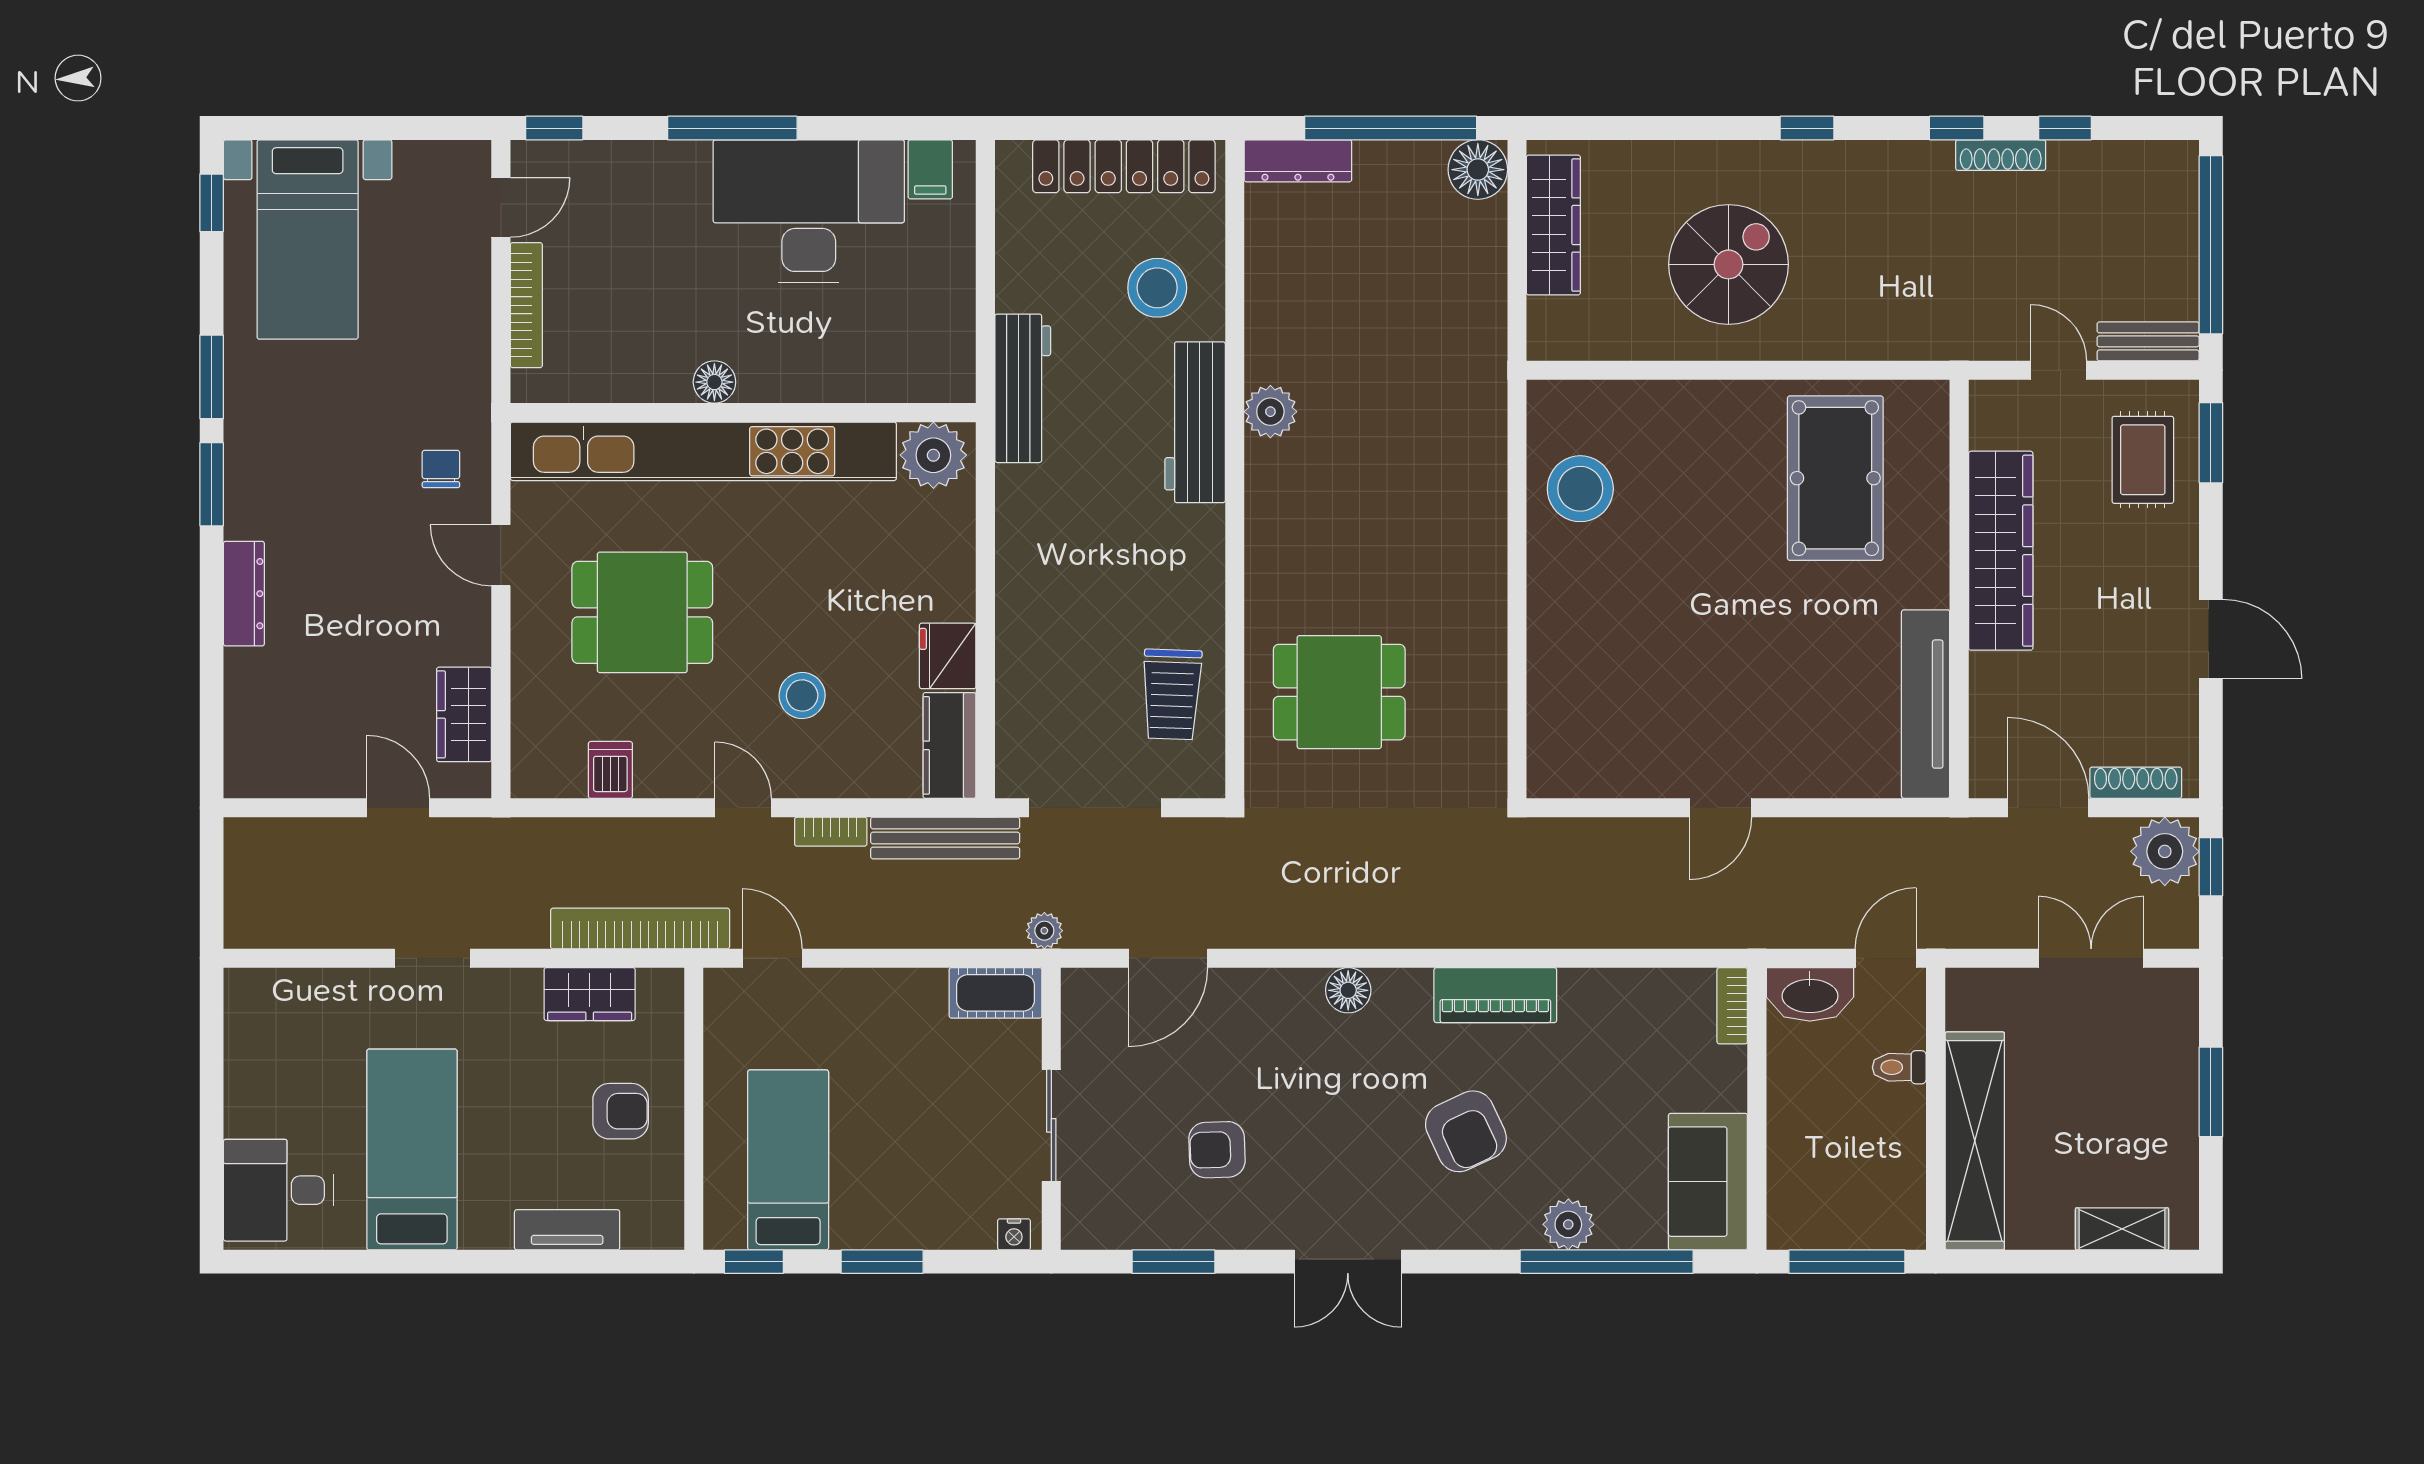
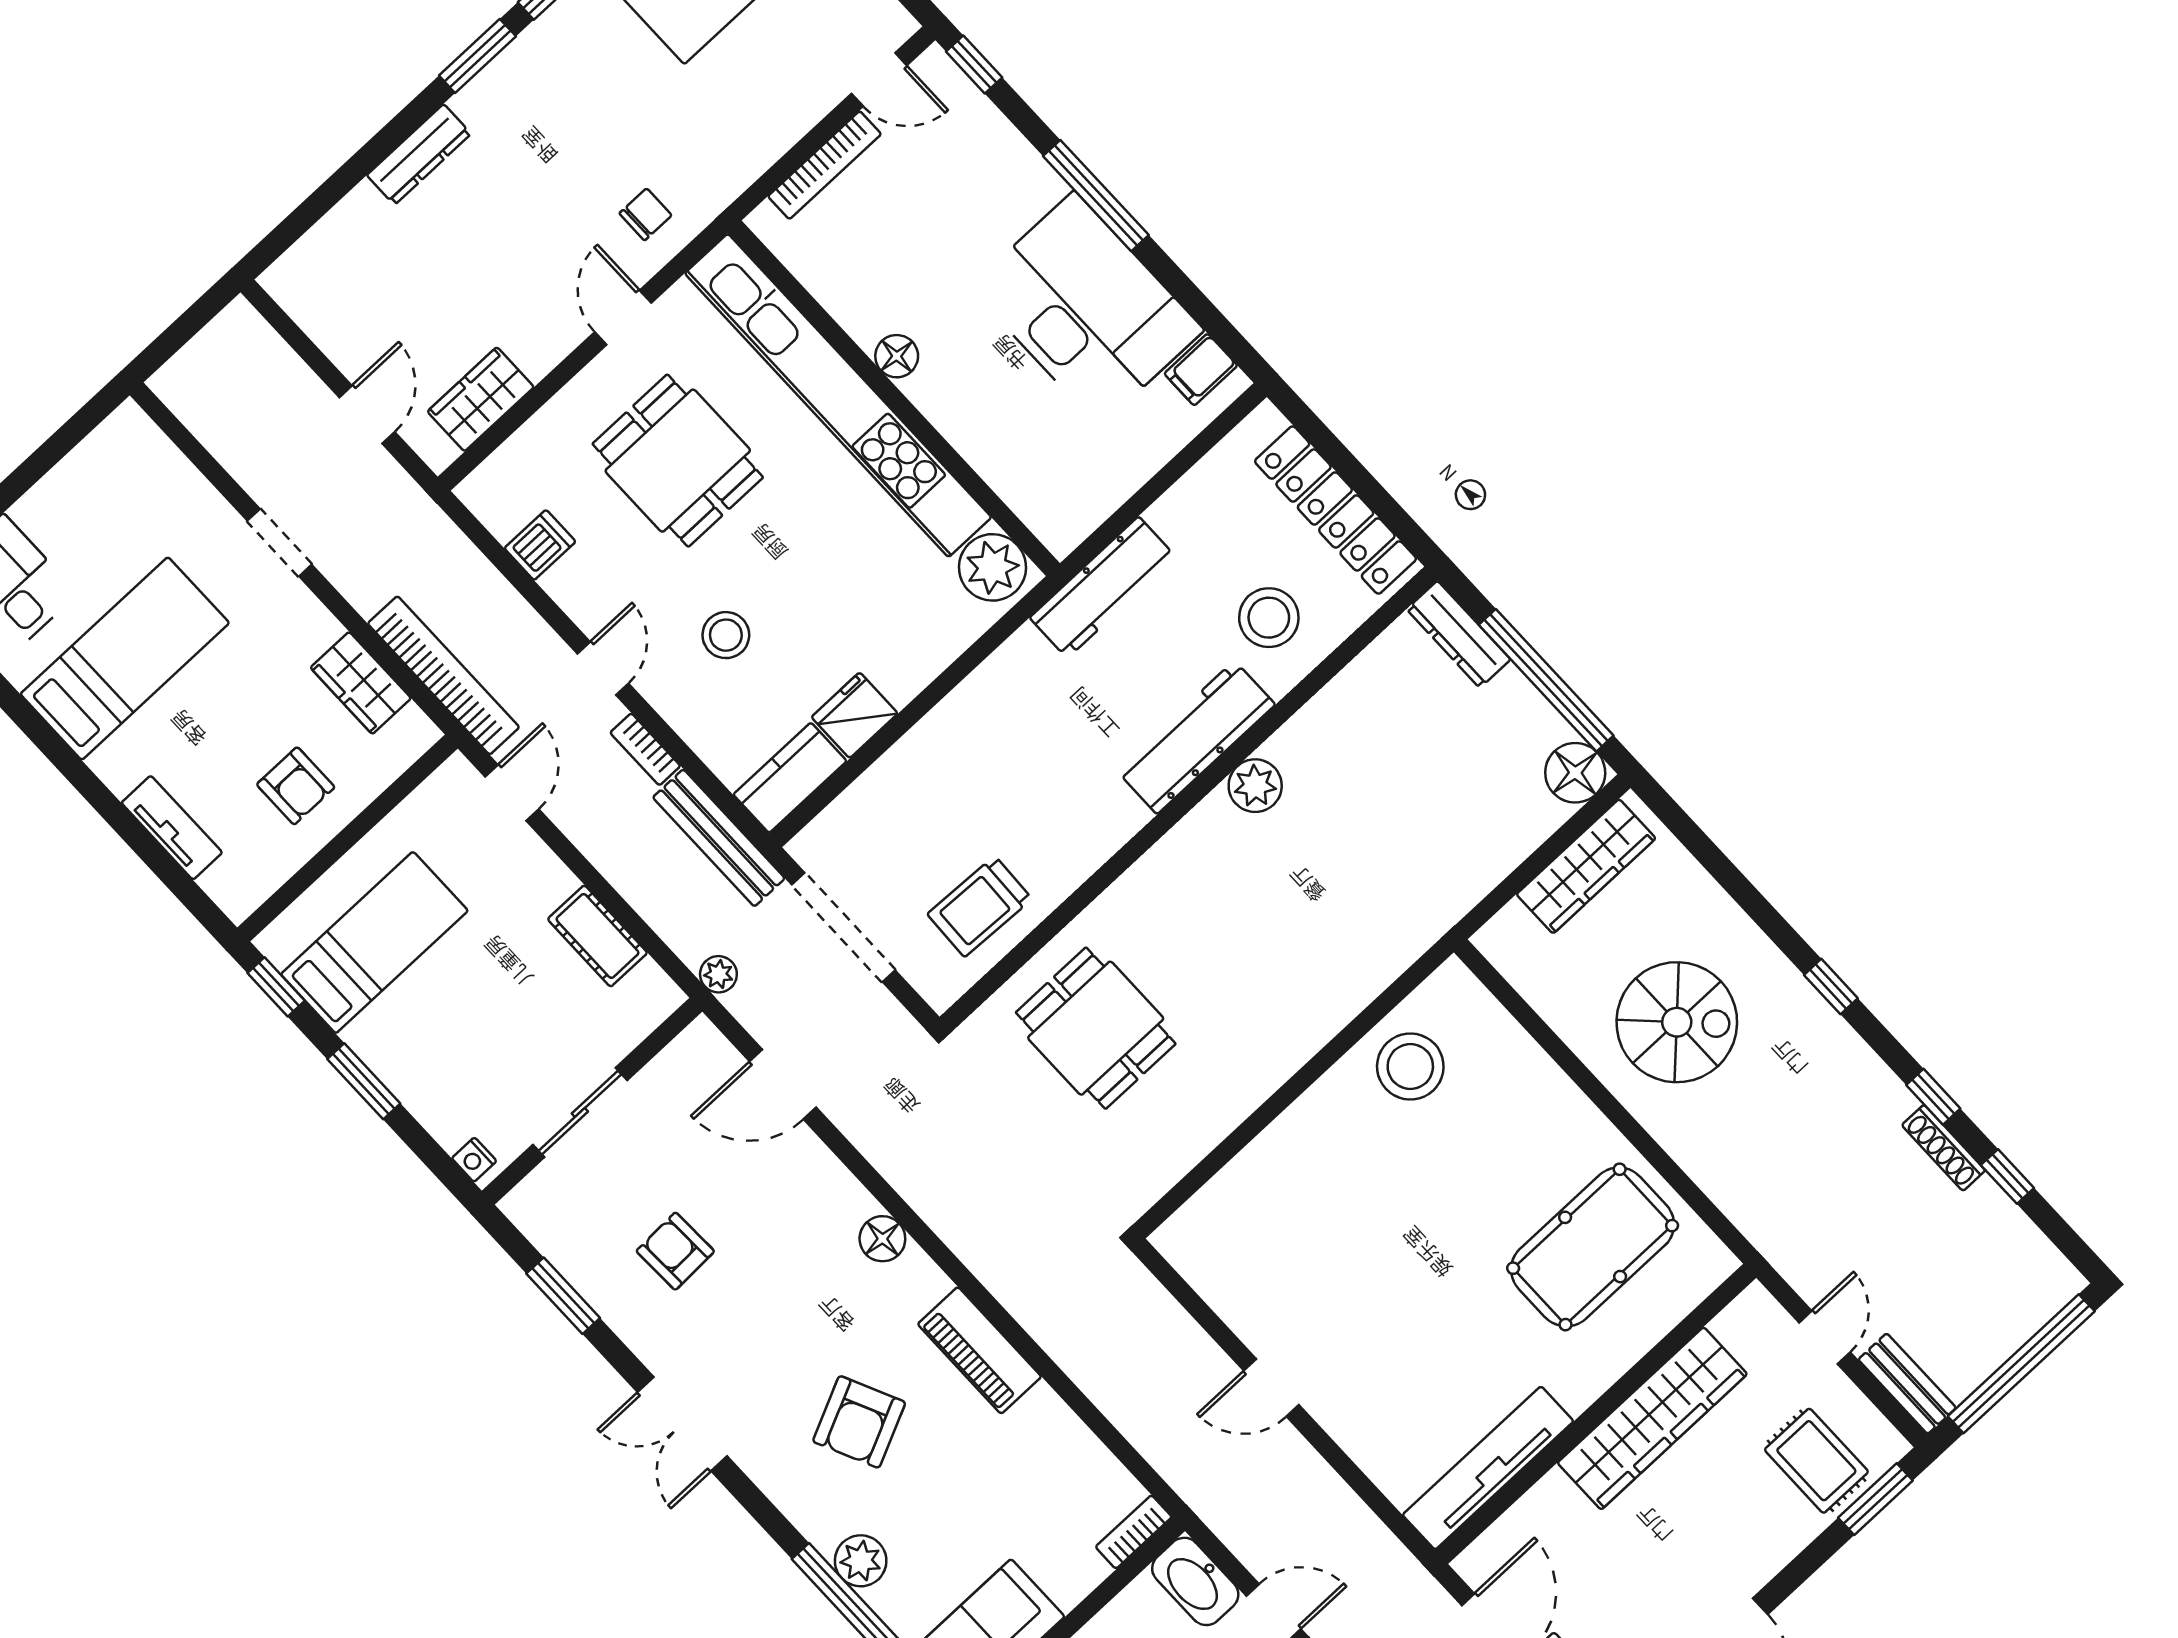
rug: (2143, 460) -> (1816, 1461), turned 90
cot: (995, 993) -> (598, 936), moved

